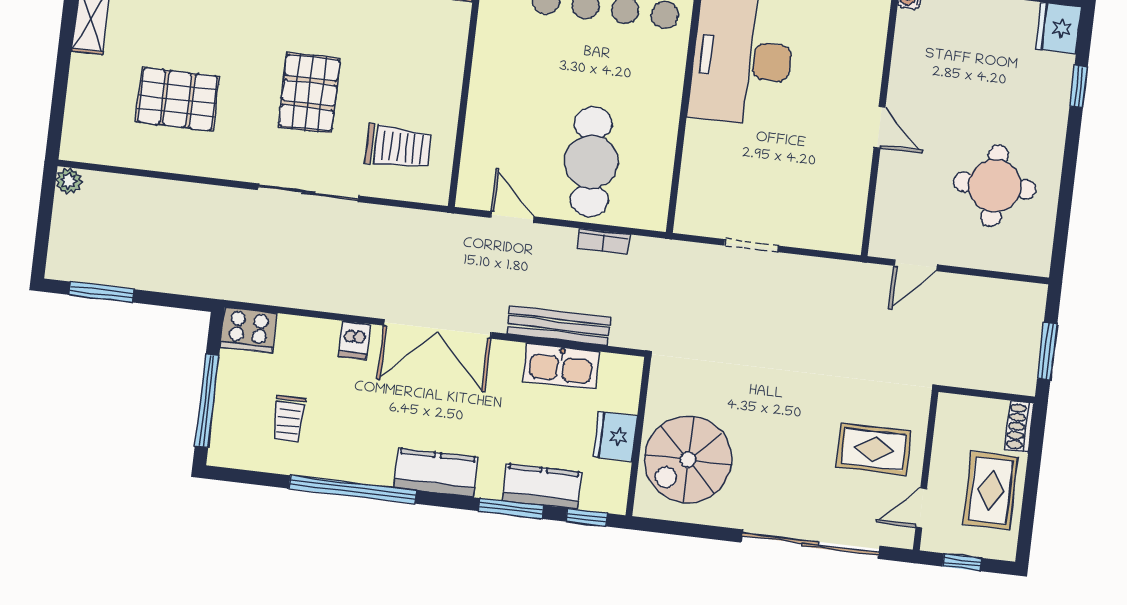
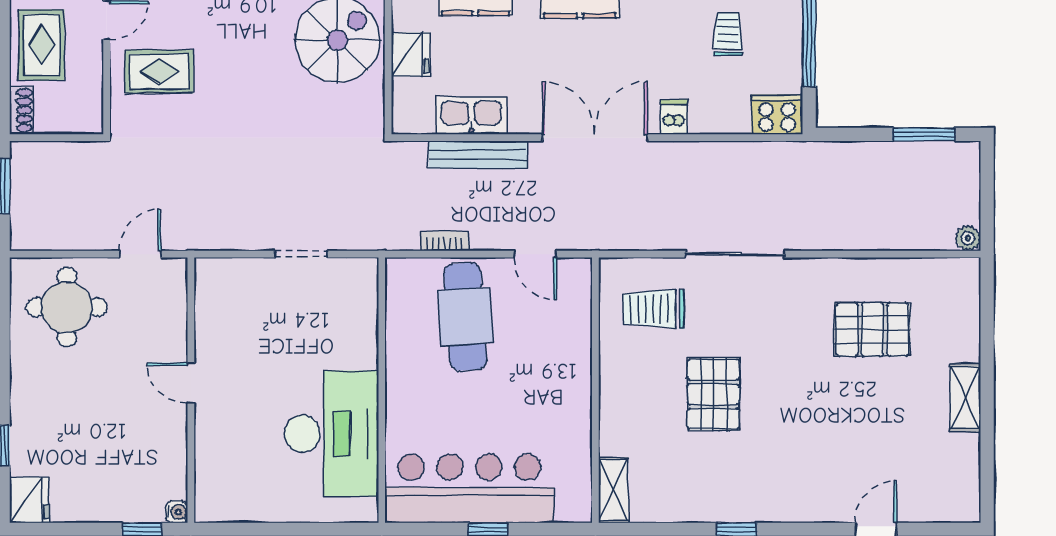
pallet: (309, 93) -> (713, 394), moved
round table: (995, 186) -> (67, 307), moved

